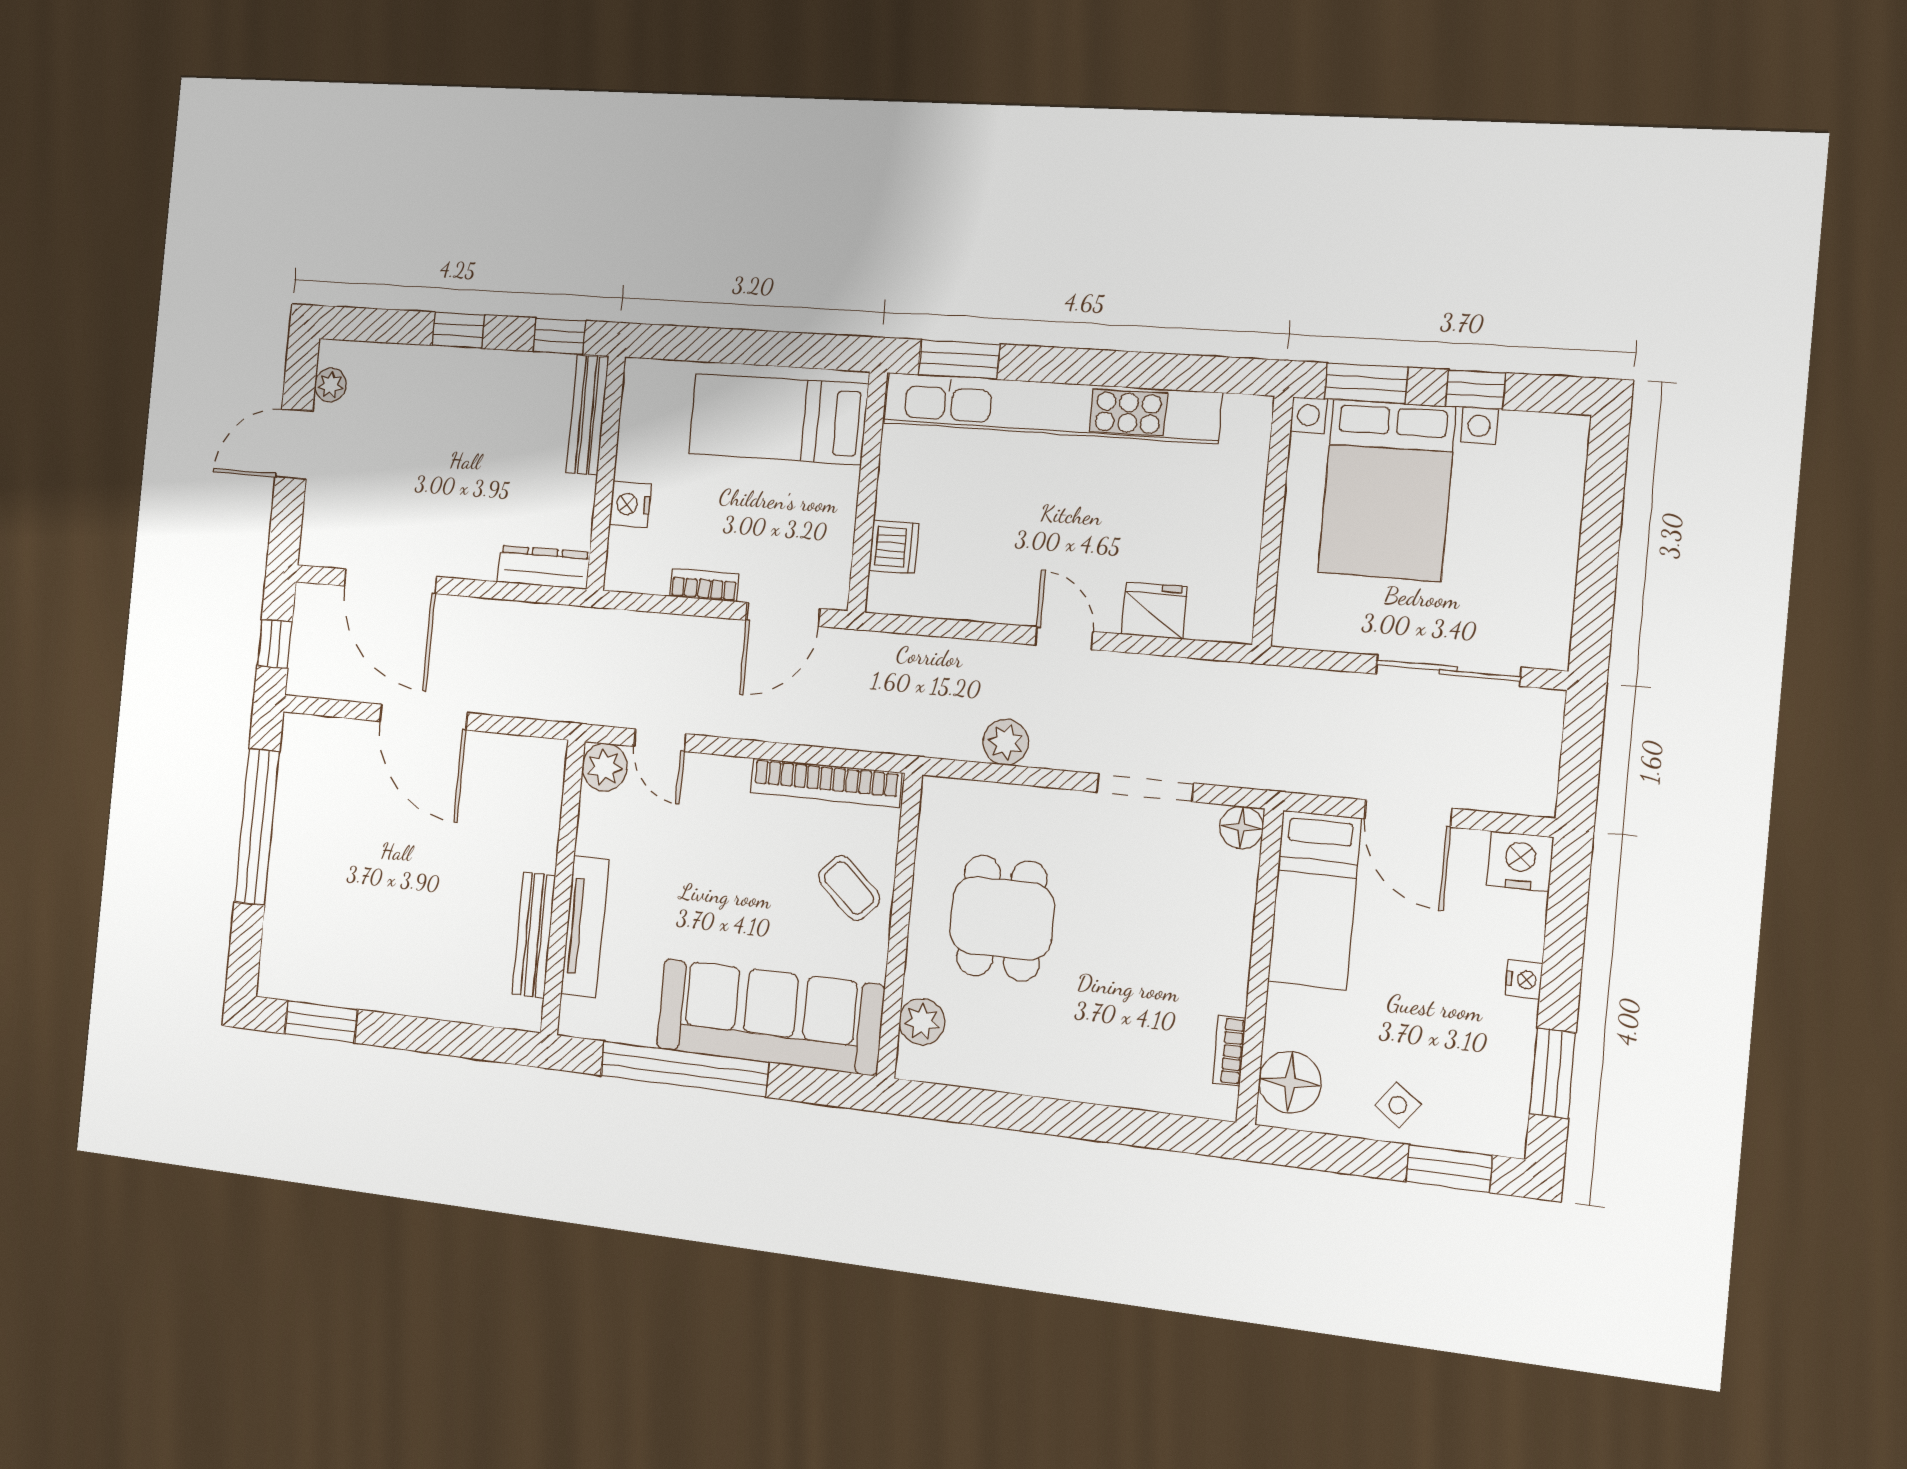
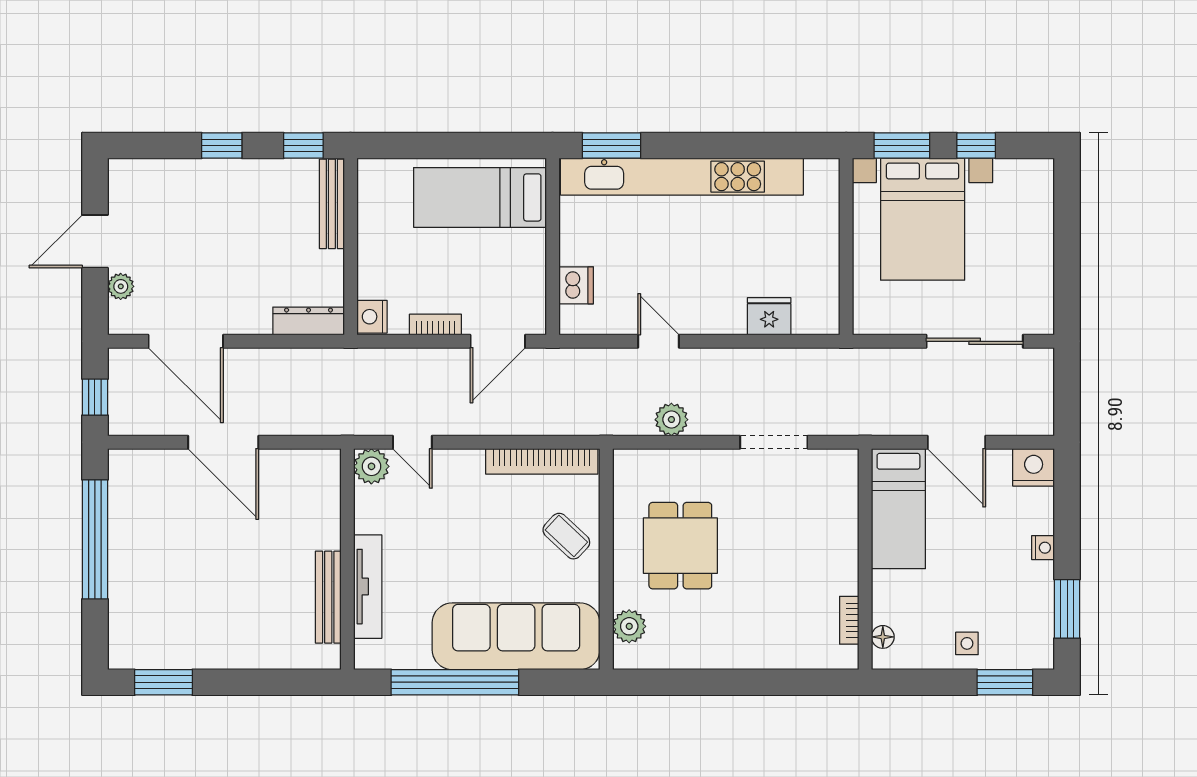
plant: (330, 385) -> (121, 286), moved
nightstand: (630, 504) -> (372, 317), moved
door: (1064, 638) -> (658, 341), moved
floor lamp: (1241, 828) -> (844, 464), removed
floor lamp: (1290, 1082) -> (883, 637), width x0.53, depth x0.53
side table: (1398, 1105) -> (967, 643), turned -37

